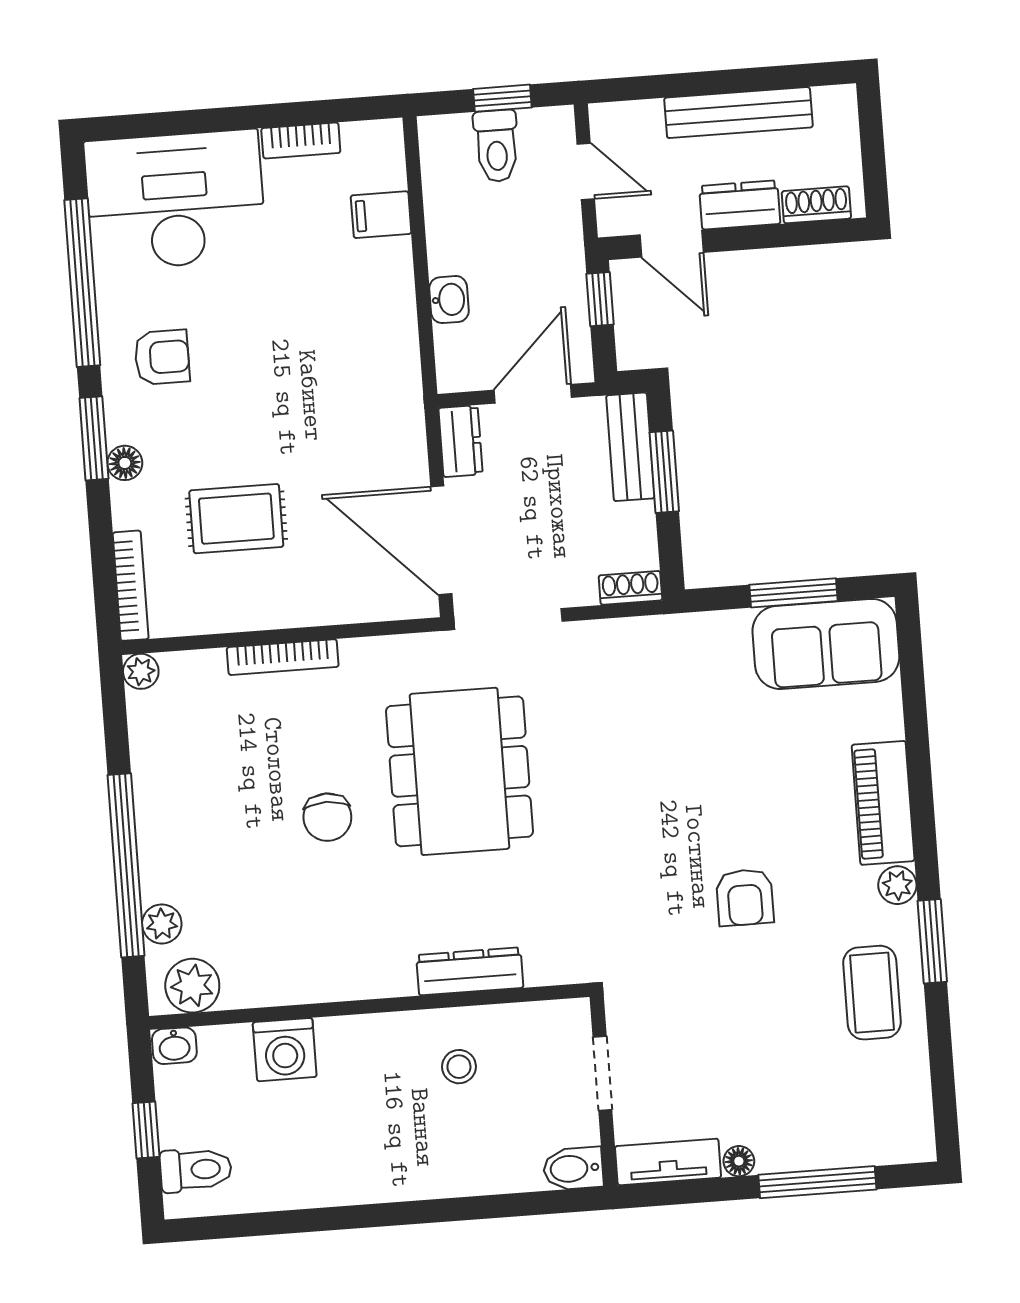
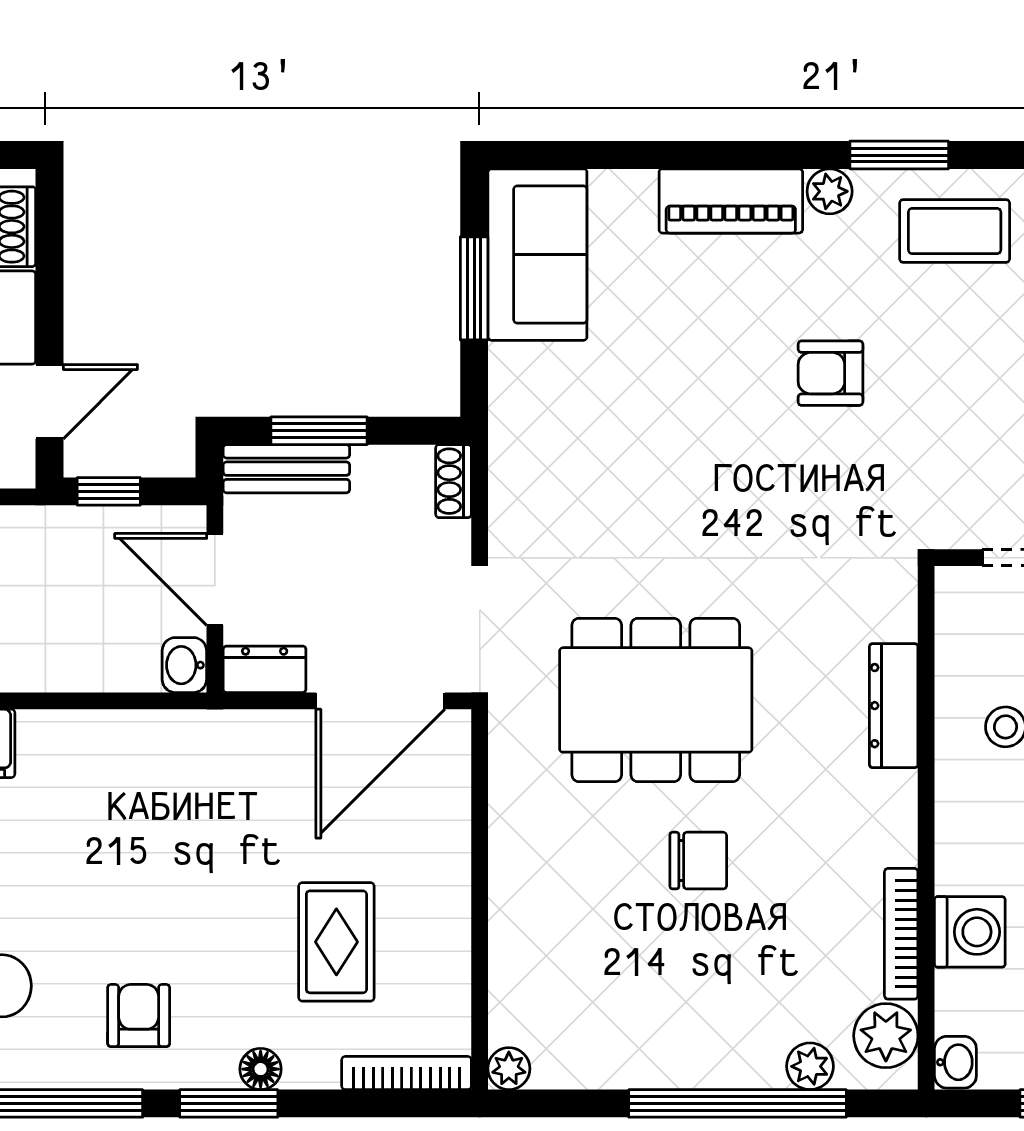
washbasin: (449, 300) -> (184, 665), moved, turned -90
bookcase: (283, 657) -> (901, 934), moved, turned 180
armchair: (745, 897) -> (830, 373), turned 180

